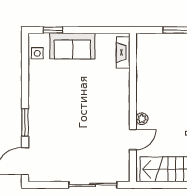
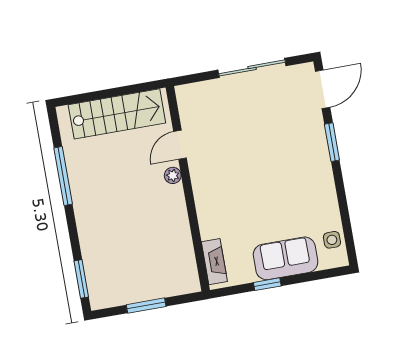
window: (53, 30) -> (267, 284), moved
sliding door: (93, 185) -> (252, 68), moved

